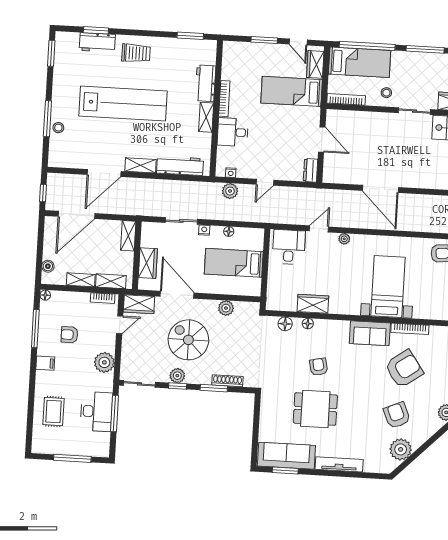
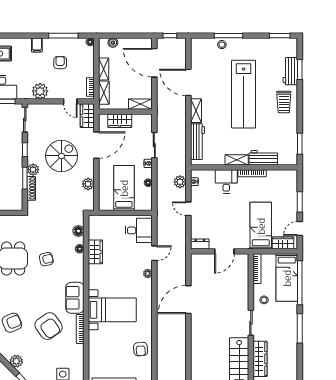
door: (319, 229) -> (154, 253), hinge flipped
plant: (177, 376) -> (33, 170), moved

